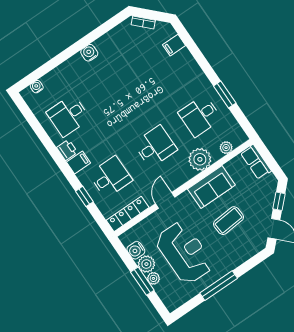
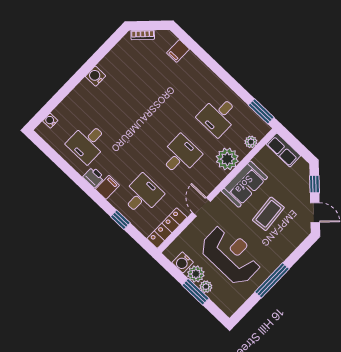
window: (225, 94) -> (261, 111), moved

